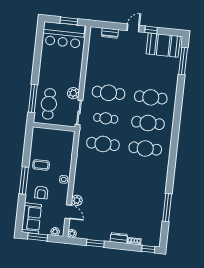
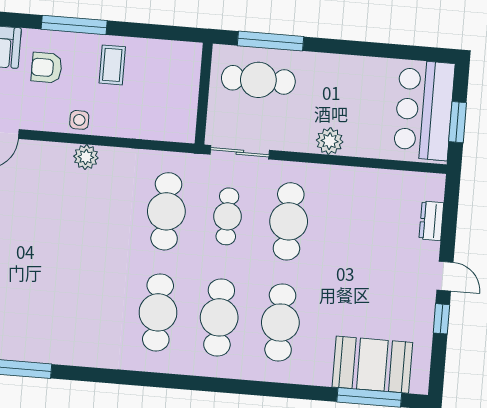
booth: (163, 45) -> (372, 365), moved, turned 90
plant: (73, 93) -> (330, 141), moved
plant: (77, 200) -> (86, 157), moved

